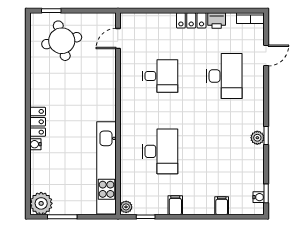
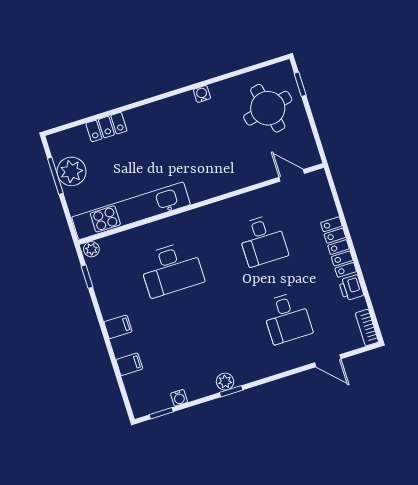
locker: (191, 20) -> (339, 247), width x1.53
desk: (224, 76) -> (287, 318), width x0.73
locker: (38, 122) -> (106, 127), moved
water cooler: (35, 144) -> (202, 94), moved
water cooler: (259, 197) -> (179, 398), moved
plant: (41, 203) -> (72, 171), moved
filing cabinet: (175, 205) -> (118, 327), moved

